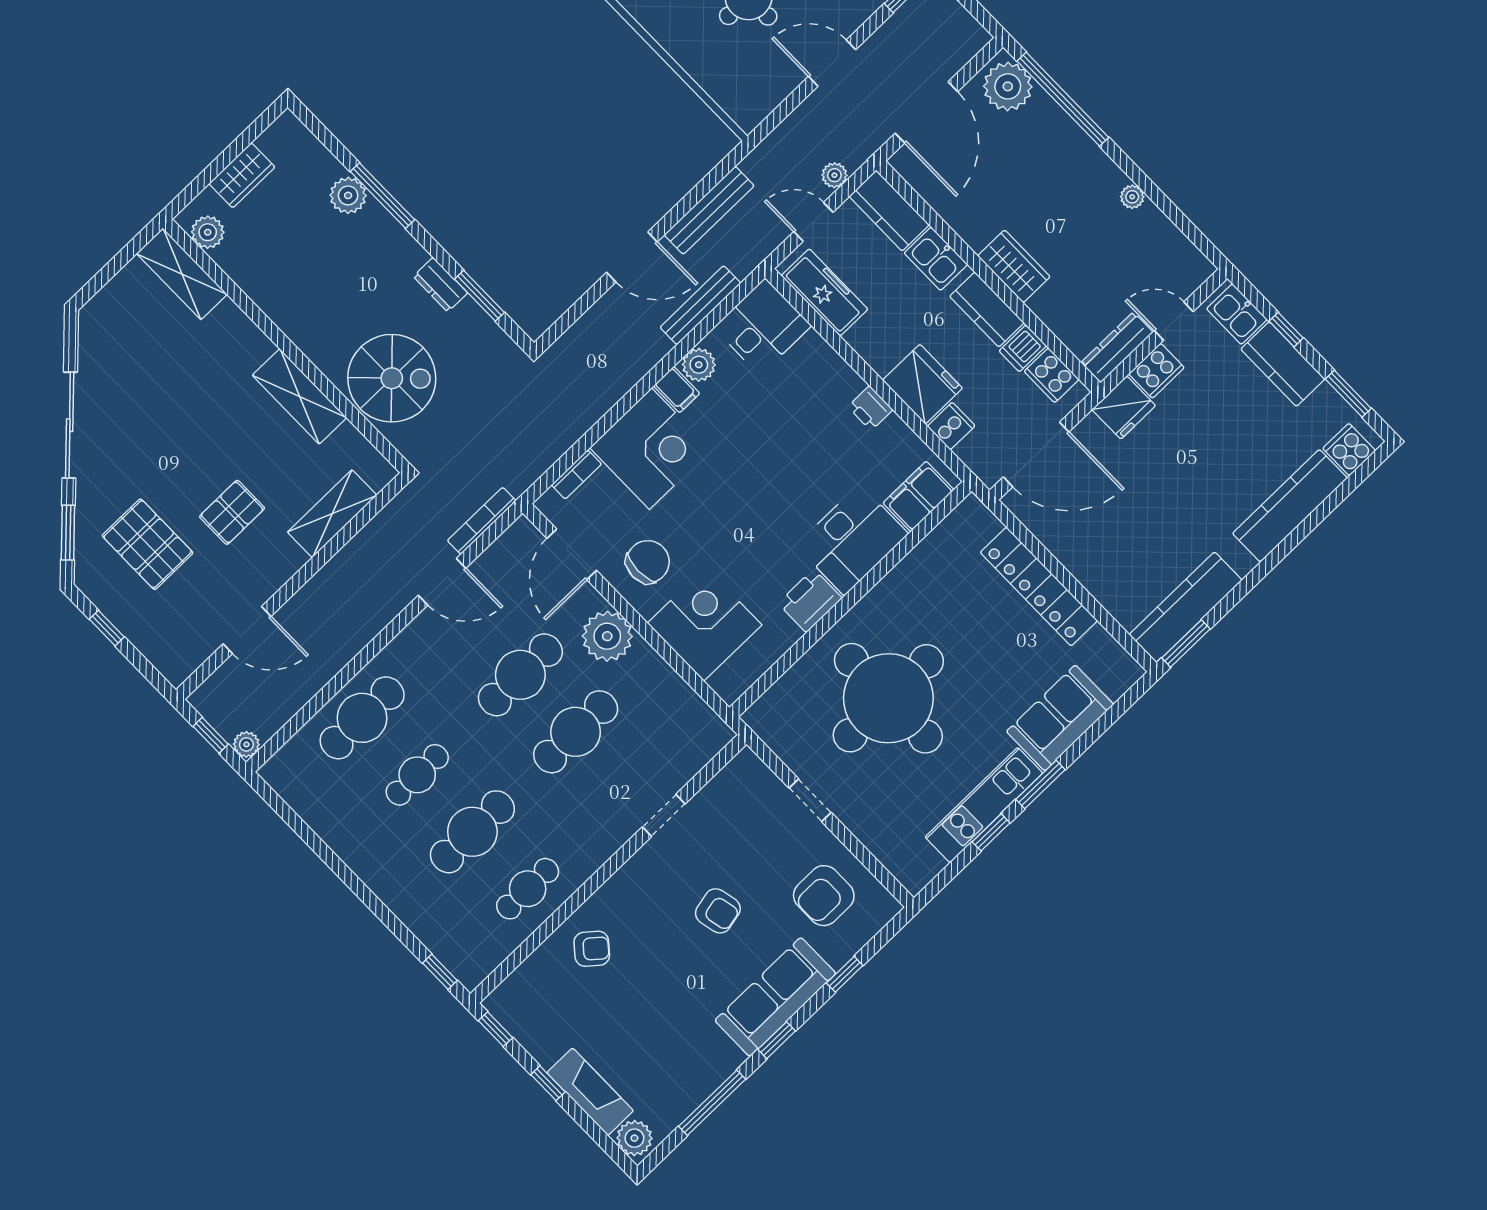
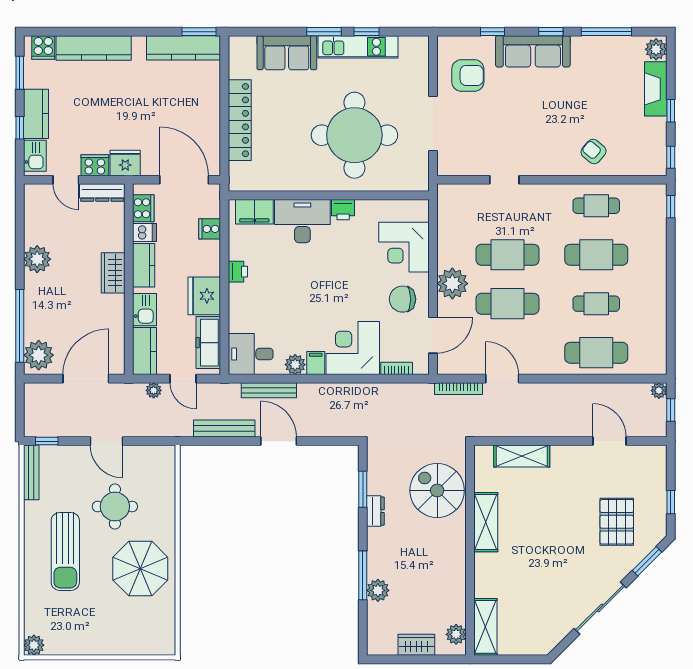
plant: (1132, 197) -> (37, 259), width x1.87, depth x1.87
fridge: (923, 384) -> (204, 296), moved
pallet: (232, 512) -> (566, 500), removed
printer: (810, 601) -> (343, 210), width x0.73, depth x0.81
doorway: (810, 800) -> (433, 124), width x1.87
armchair: (718, 911) -> (521, 114), removed

